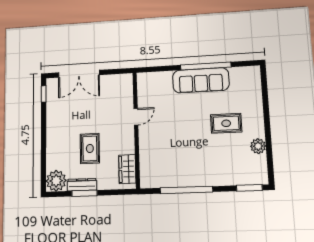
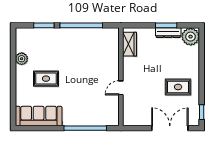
window: (206, 66) -> (85, 128), moved
sofa: (201, 80) -> (39, 116), moved
rug: (90, 148) -> (178, 87), moved, turned 90
window: (249, 188) -> (44, 25), moved

